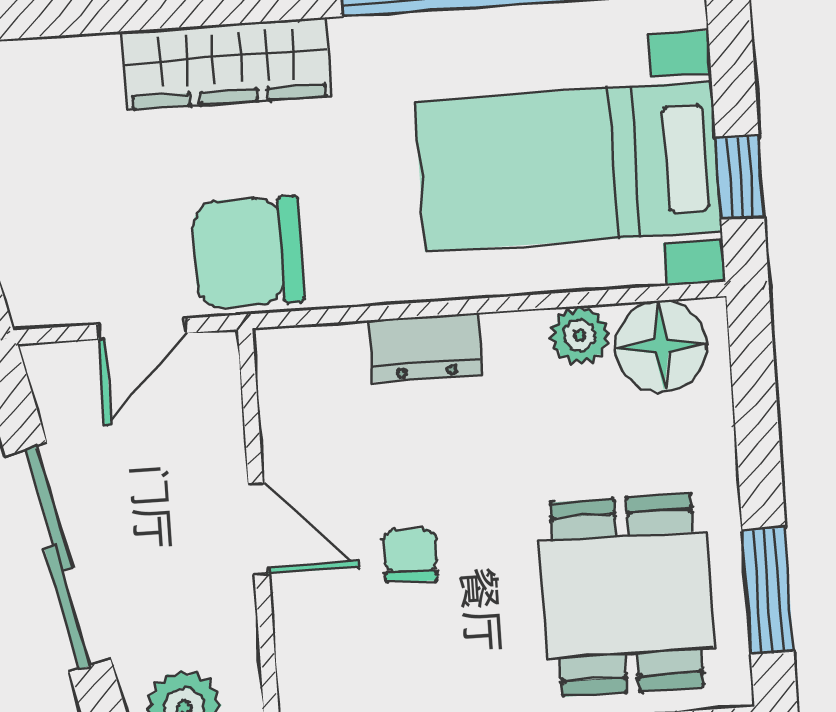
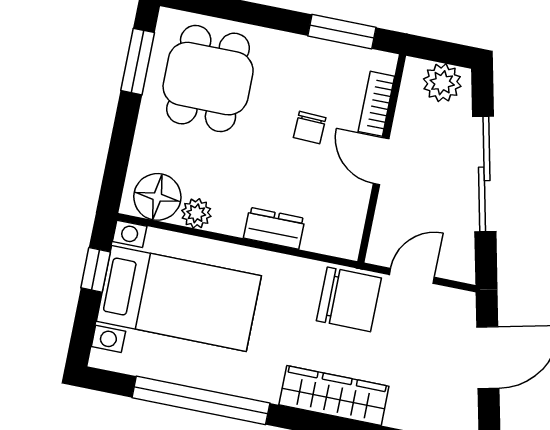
bookcase: (297, 634) -> (376, 104), added

